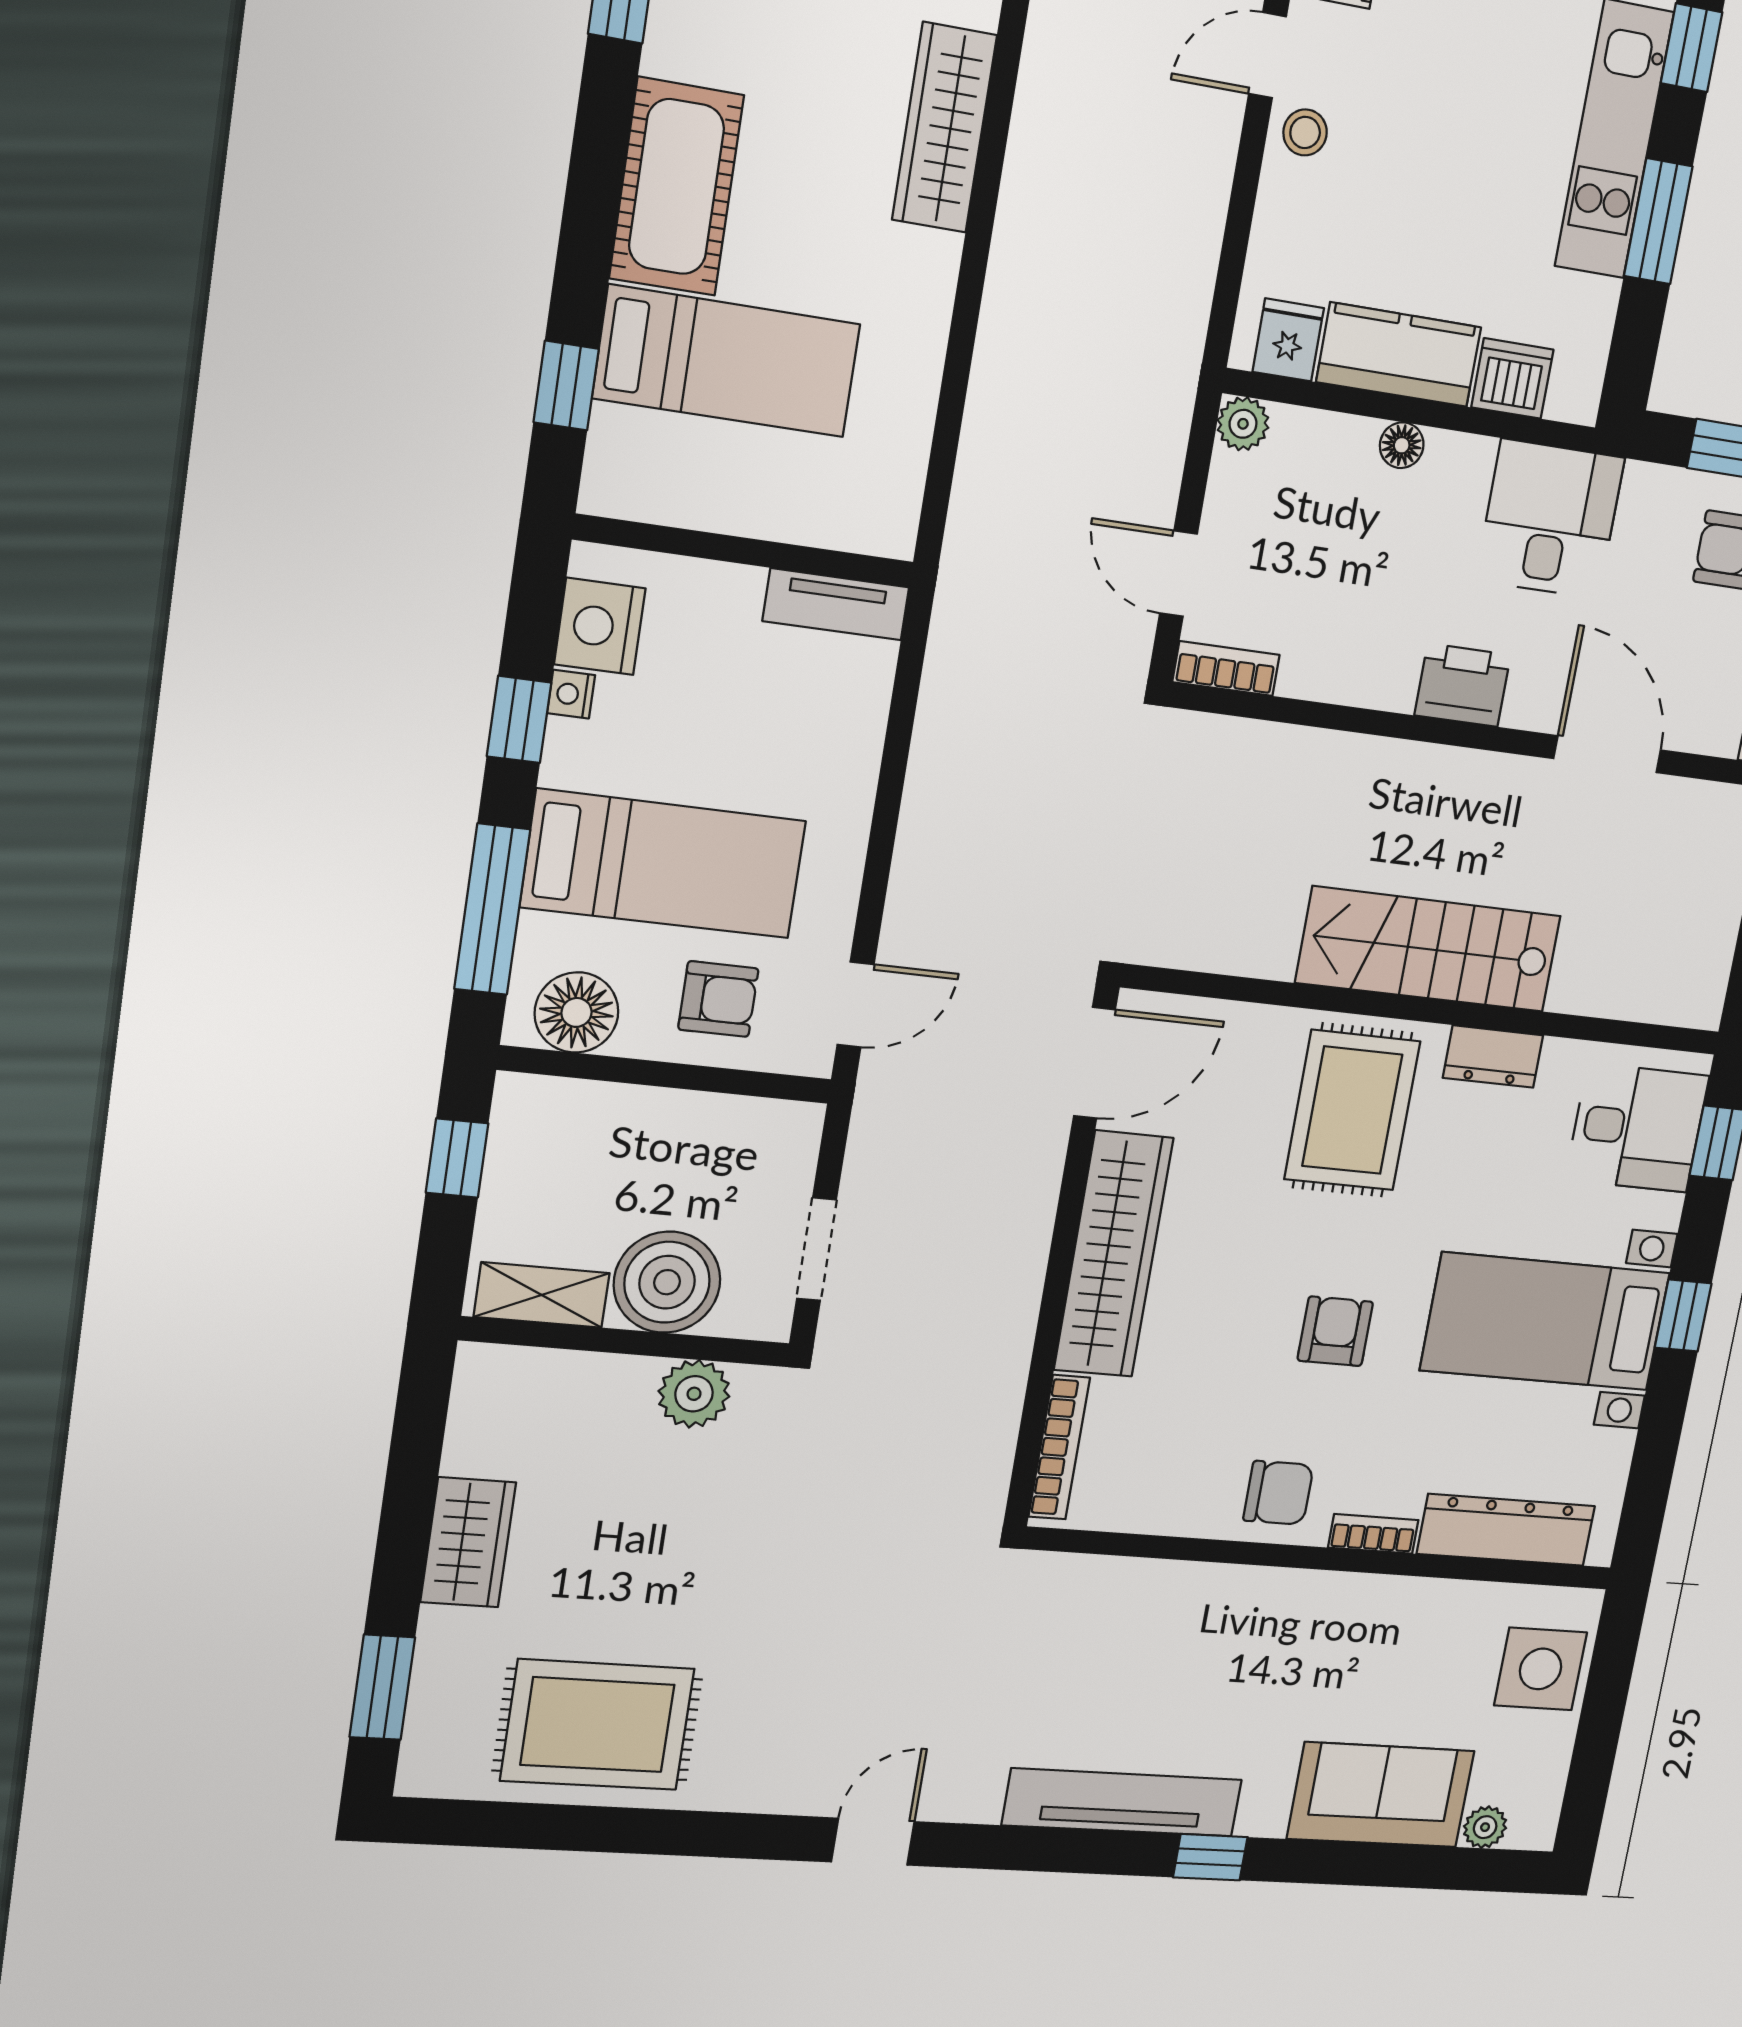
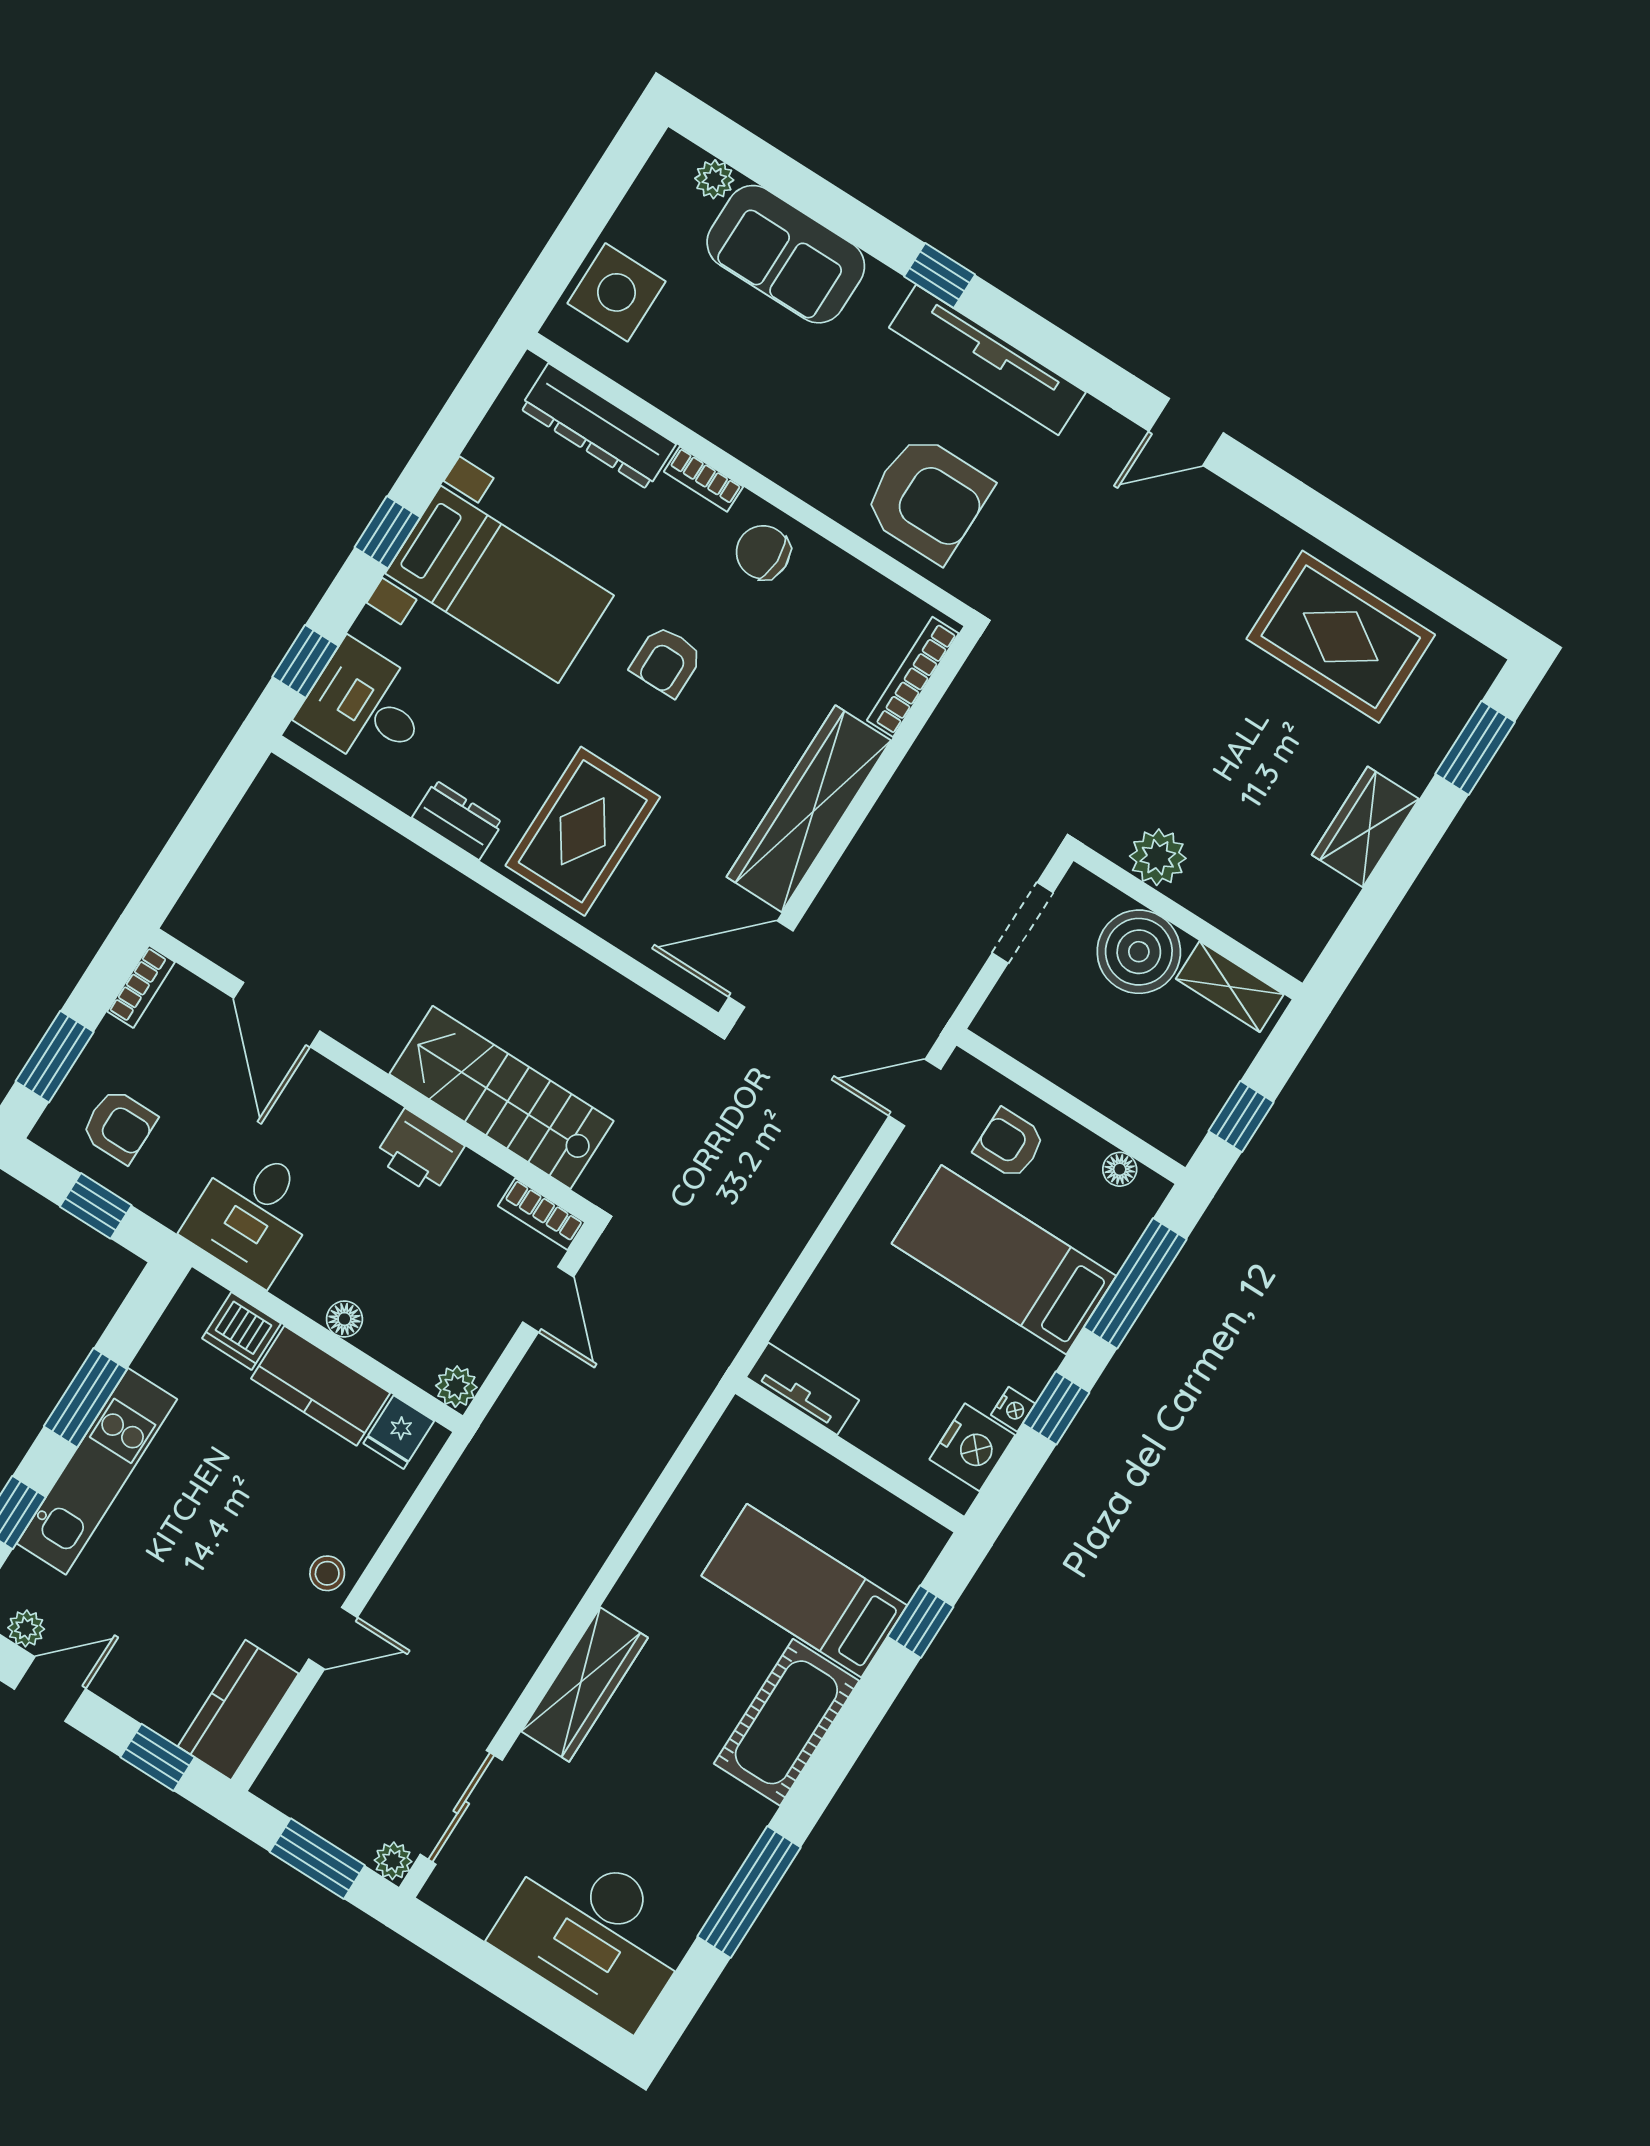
printer: (1463, 685) -> (419, 1152), moved
stairs: (1429, 949) -> (501, 1097), moved, turned 180
floor lamp: (576, 1012) -> (1120, 1169), width x0.53, depth x0.53
armchair: (1125, 1635) -> (928, 498), added

